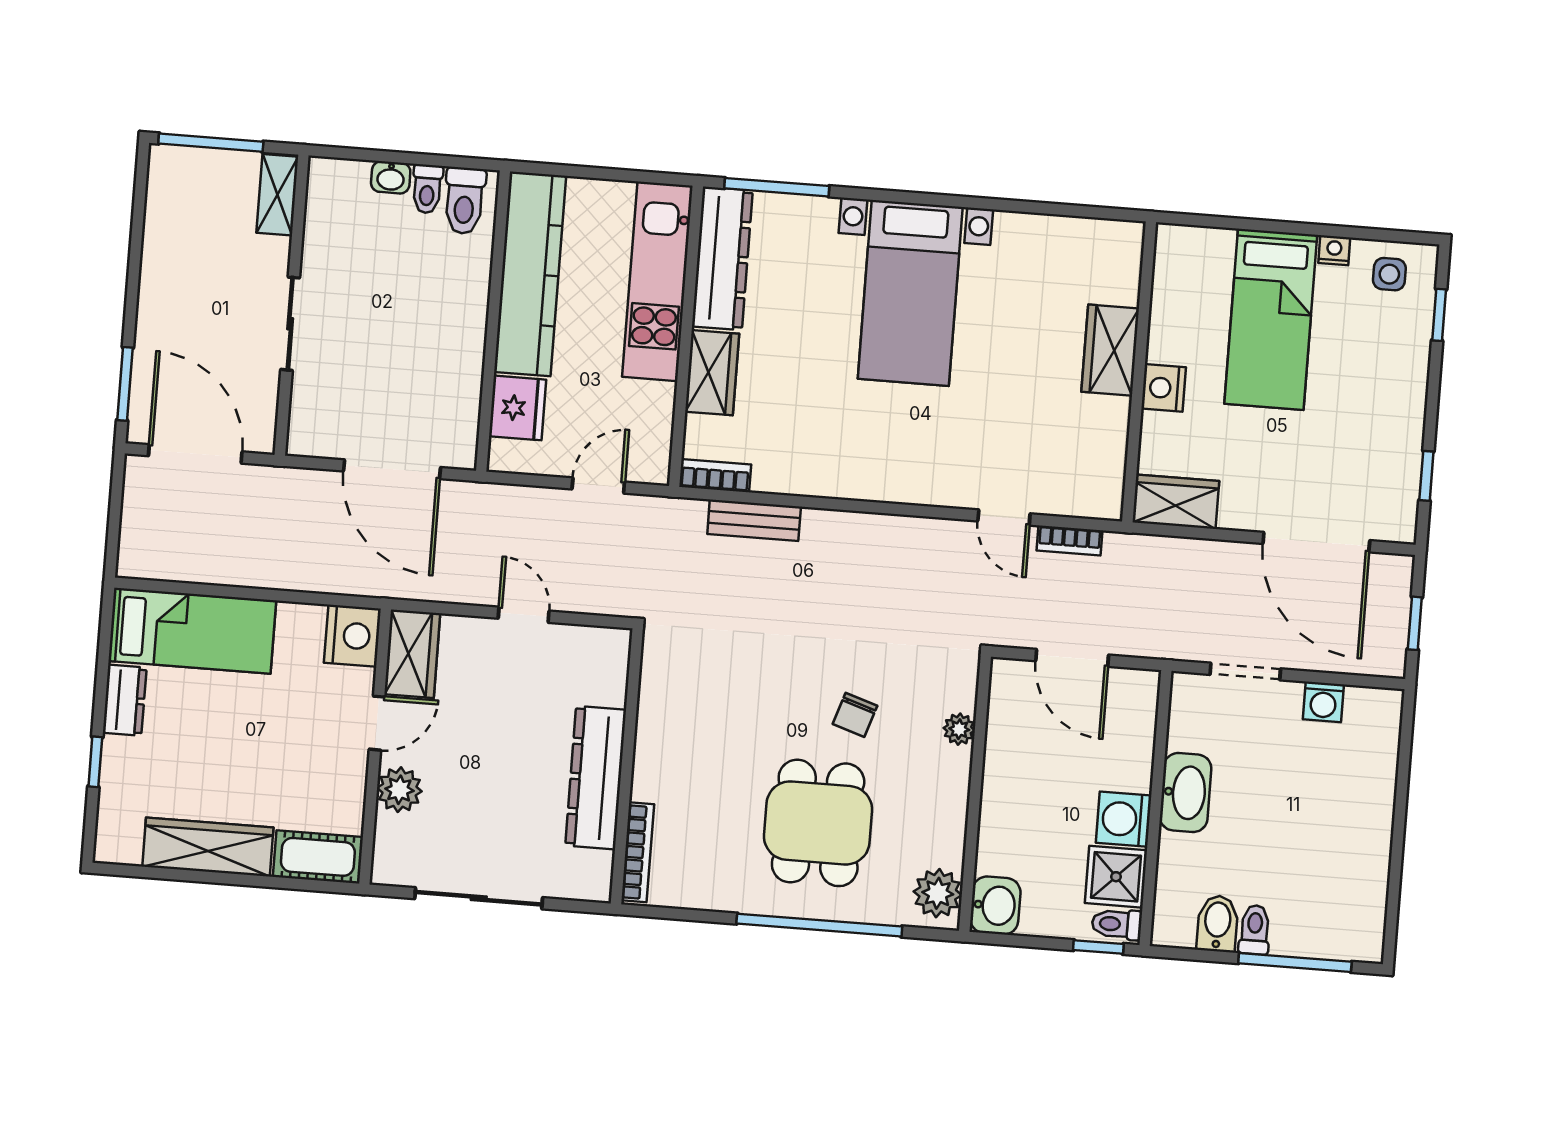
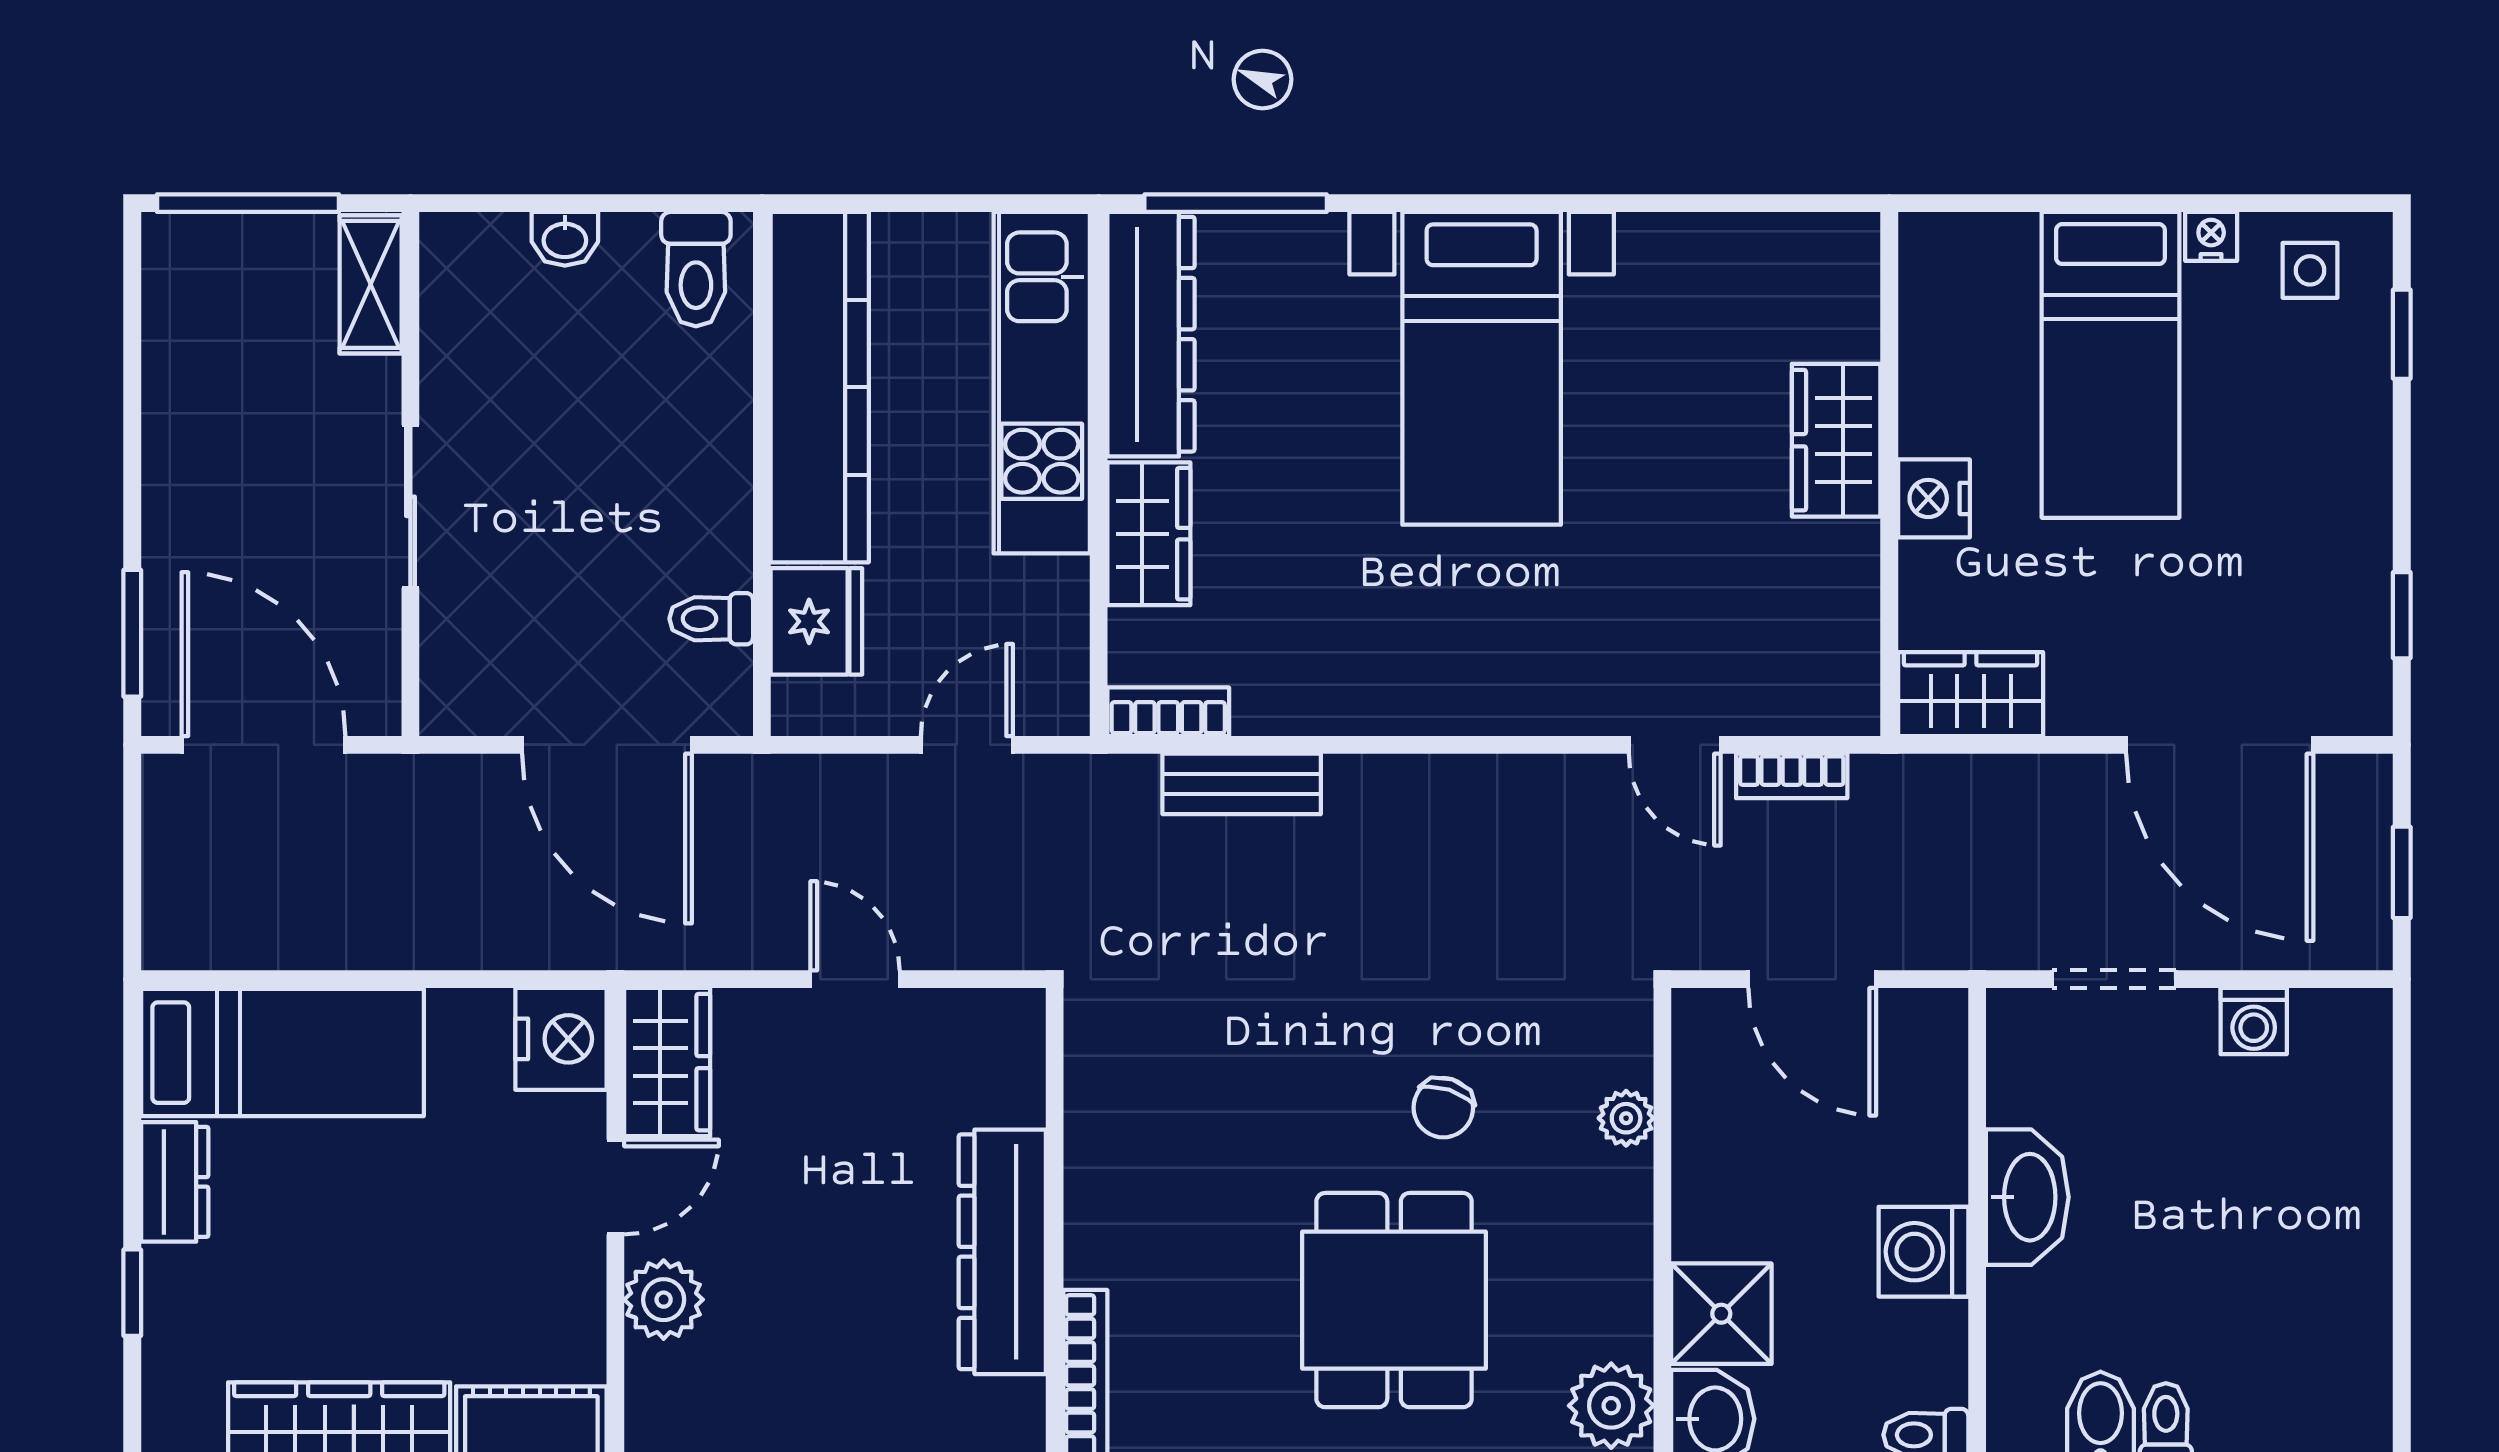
toilet: (427, 189) -> (711, 619), moved, turned 90
shower: (1116, 877) -> (1721, 1314), moved

